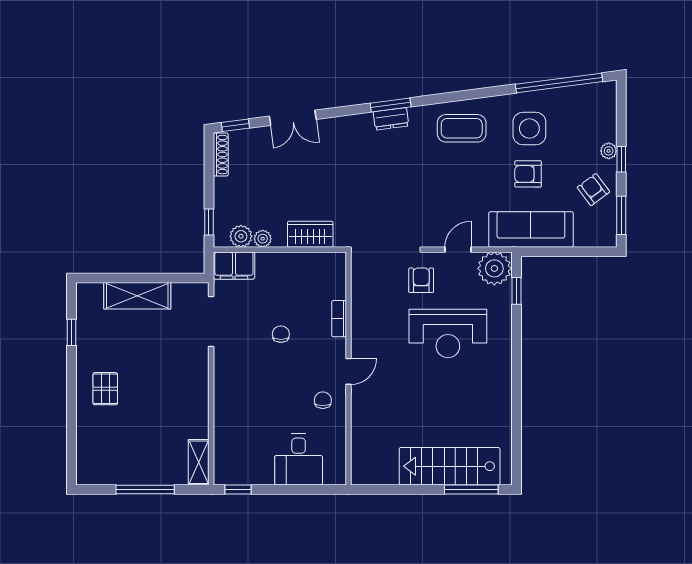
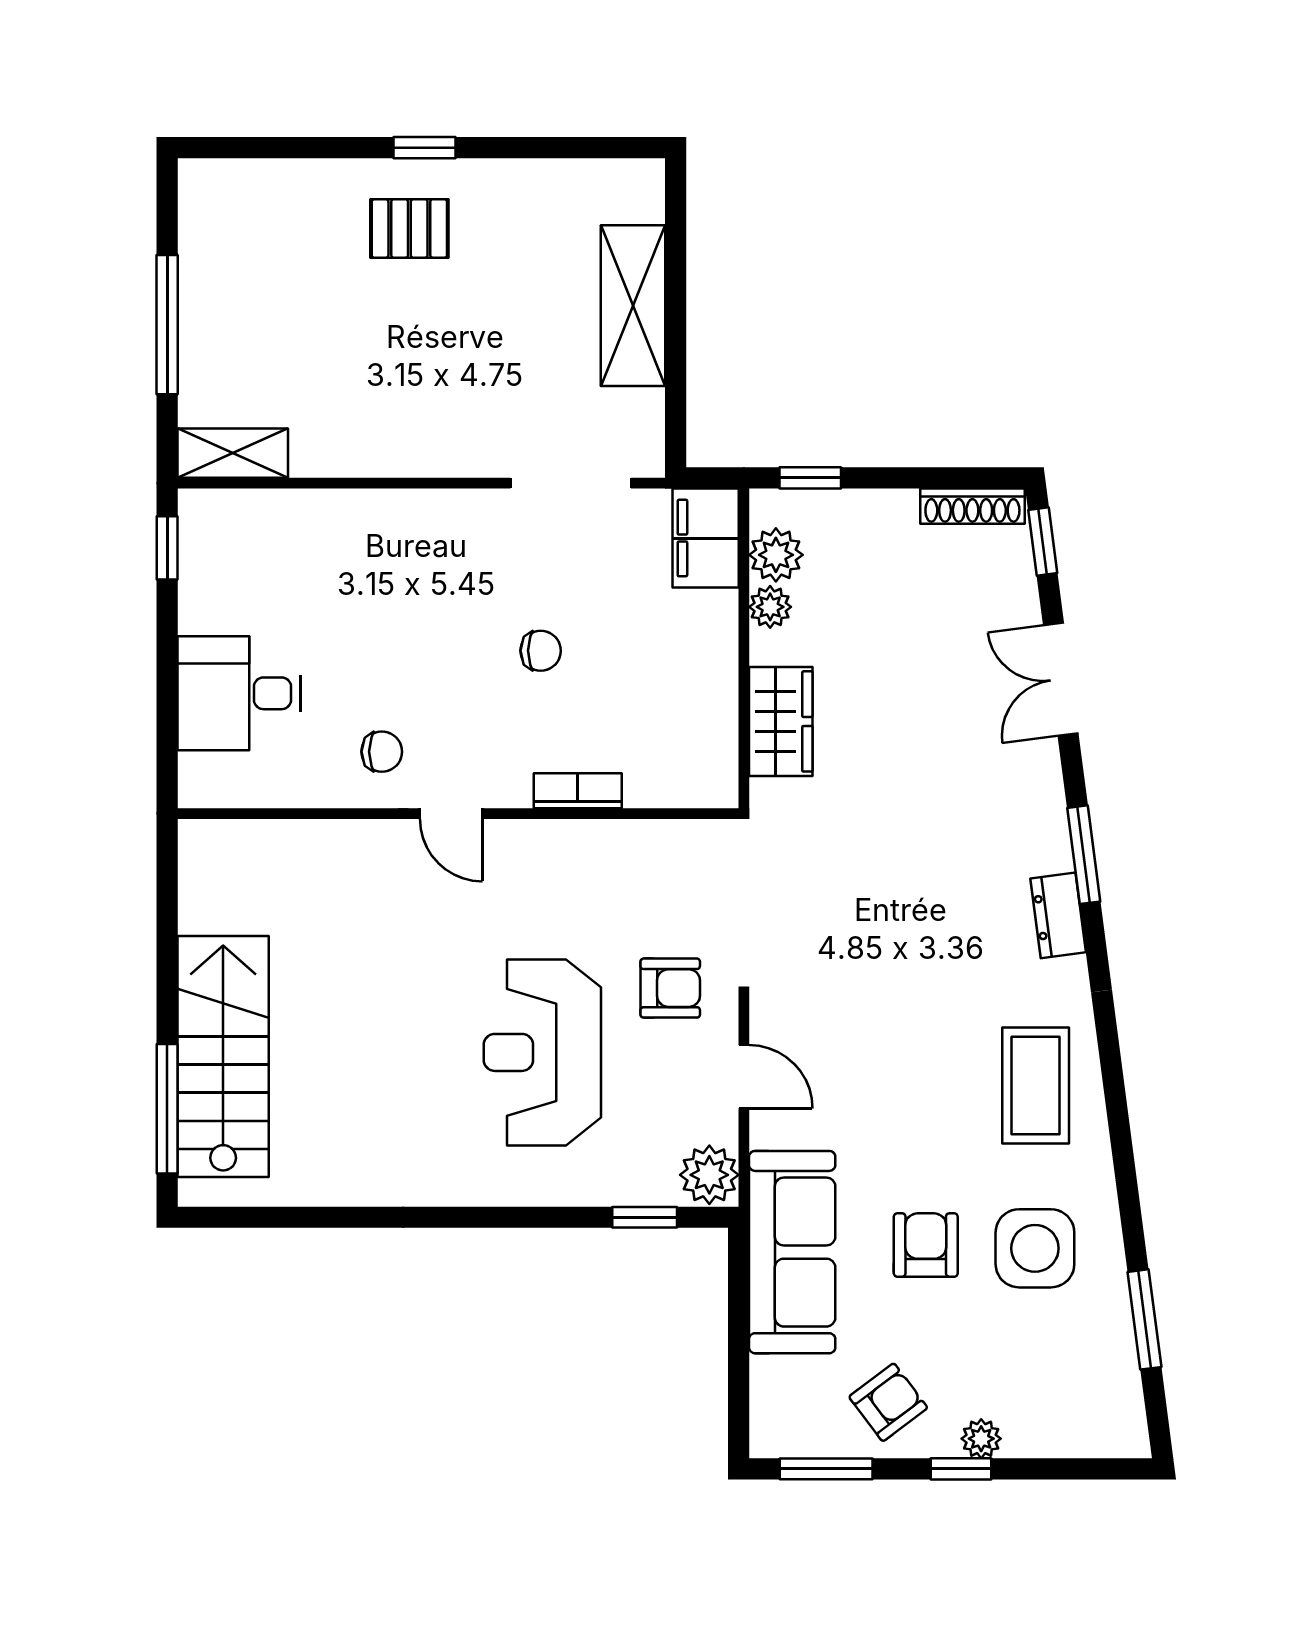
window: (559, 83) -> (1144, 1319), width x0.47
window: (391, 105) -> (1084, 855), moved
plant: (494, 268) -> (709, 1175), width x0.73, depth x0.73
window: (72, 332) -> (425, 148), moved

